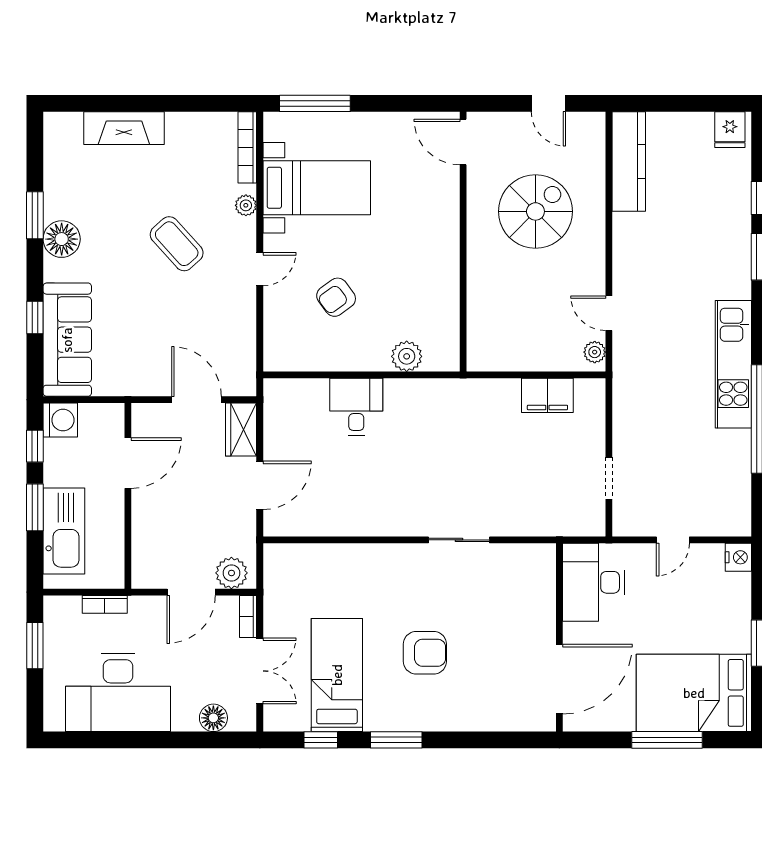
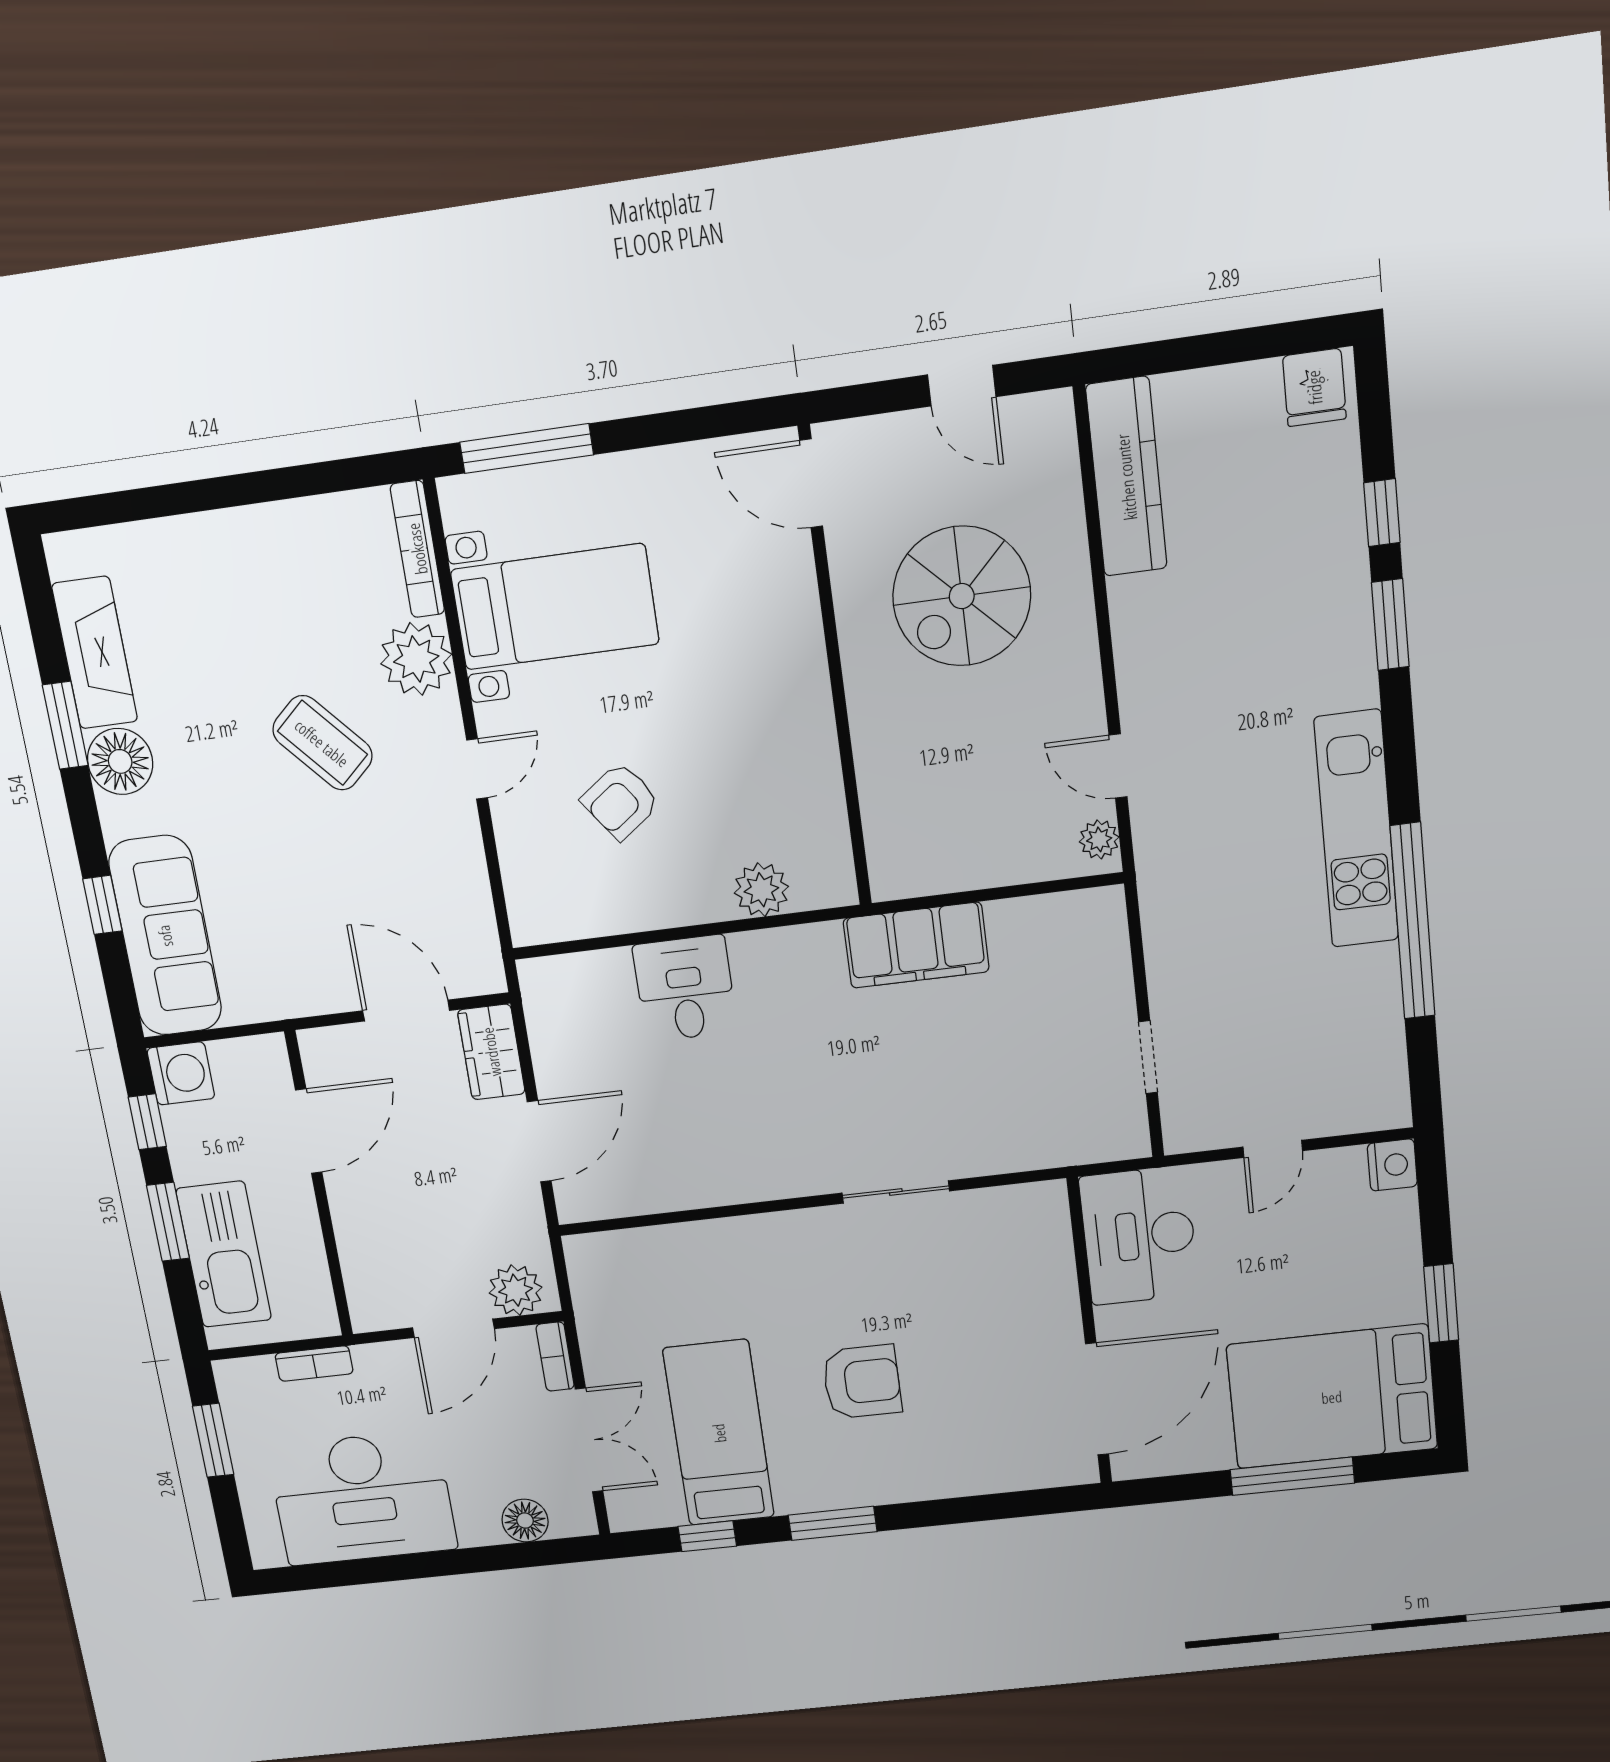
fireplace: (124, 128) -> (95, 653), moved, turned -90
plant: (246, 205) -> (416, 659), width x1.88, depth x1.88
spiral stairs: (535, 211) -> (962, 596), turned 180
filing cabinet: (547, 395) -> (916, 945), moved, width x1.50, depth x1.17

